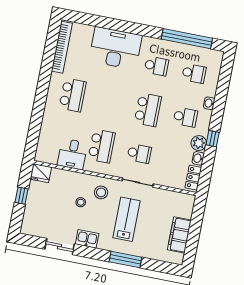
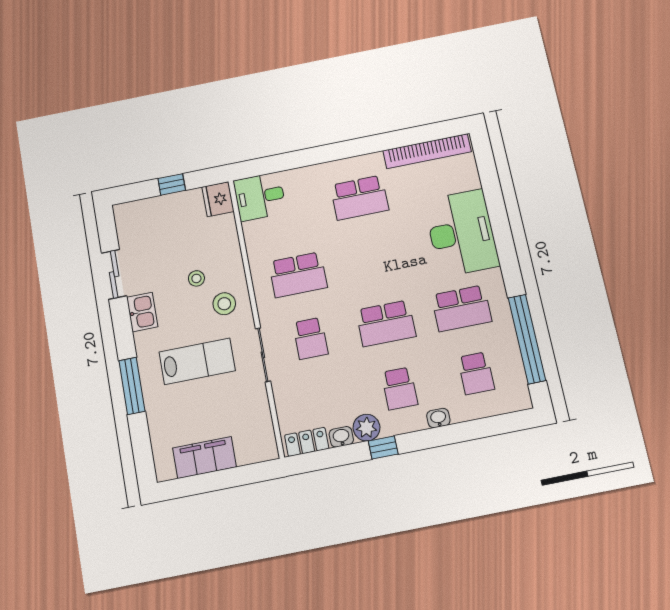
school desk: (156, 66) -> (461, 308), width x1.85
desk: (72, 154) -> (260, 197), moved

